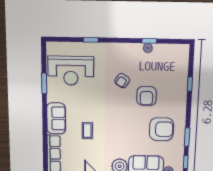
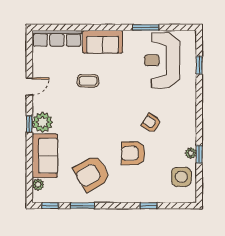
window: (91, 40) -> (199, 65), moved
side table: (167, 56) -> (181, 177), added
armchair: (161, 129) -> (92, 173), turned 60

